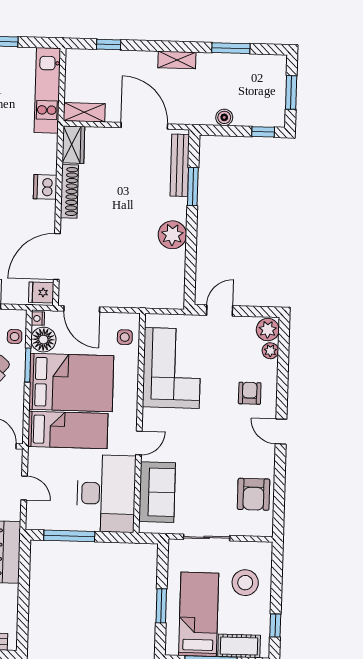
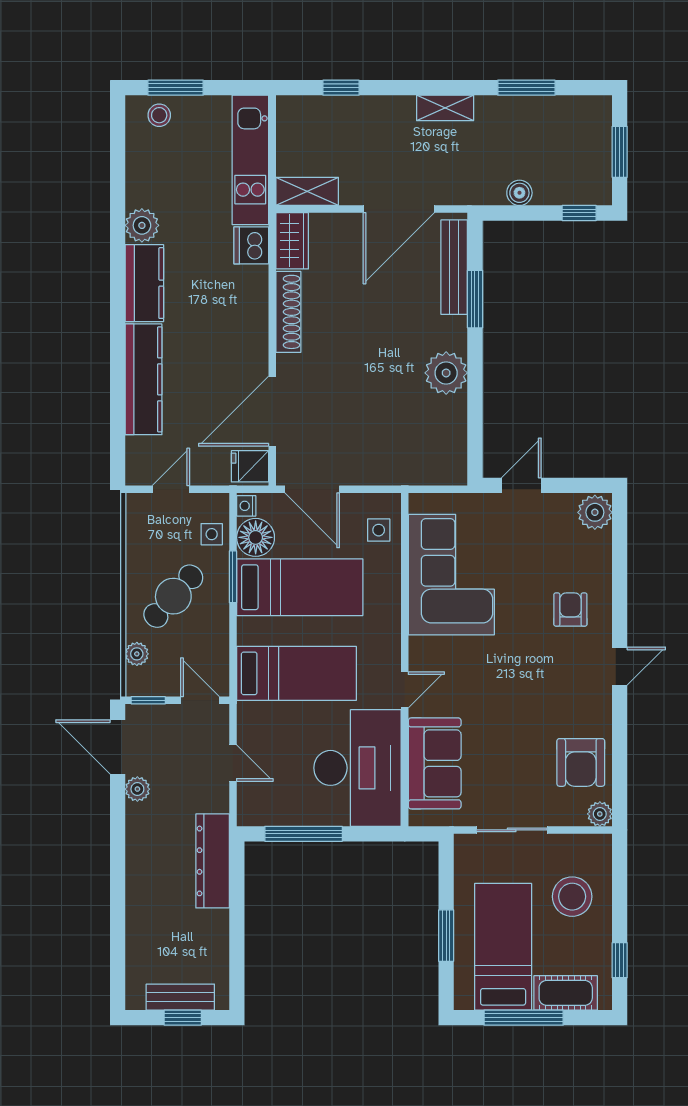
door: (144, 126) -> (399, 209), swing flipped
dishwasher: (45, 187) -> (251, 245), moved
plant: (270, 351) -> (600, 814), moved
bed: (71, 383) -> (300, 587), width x0.67
door: (281, 432) -> (620, 666), swing flipped

